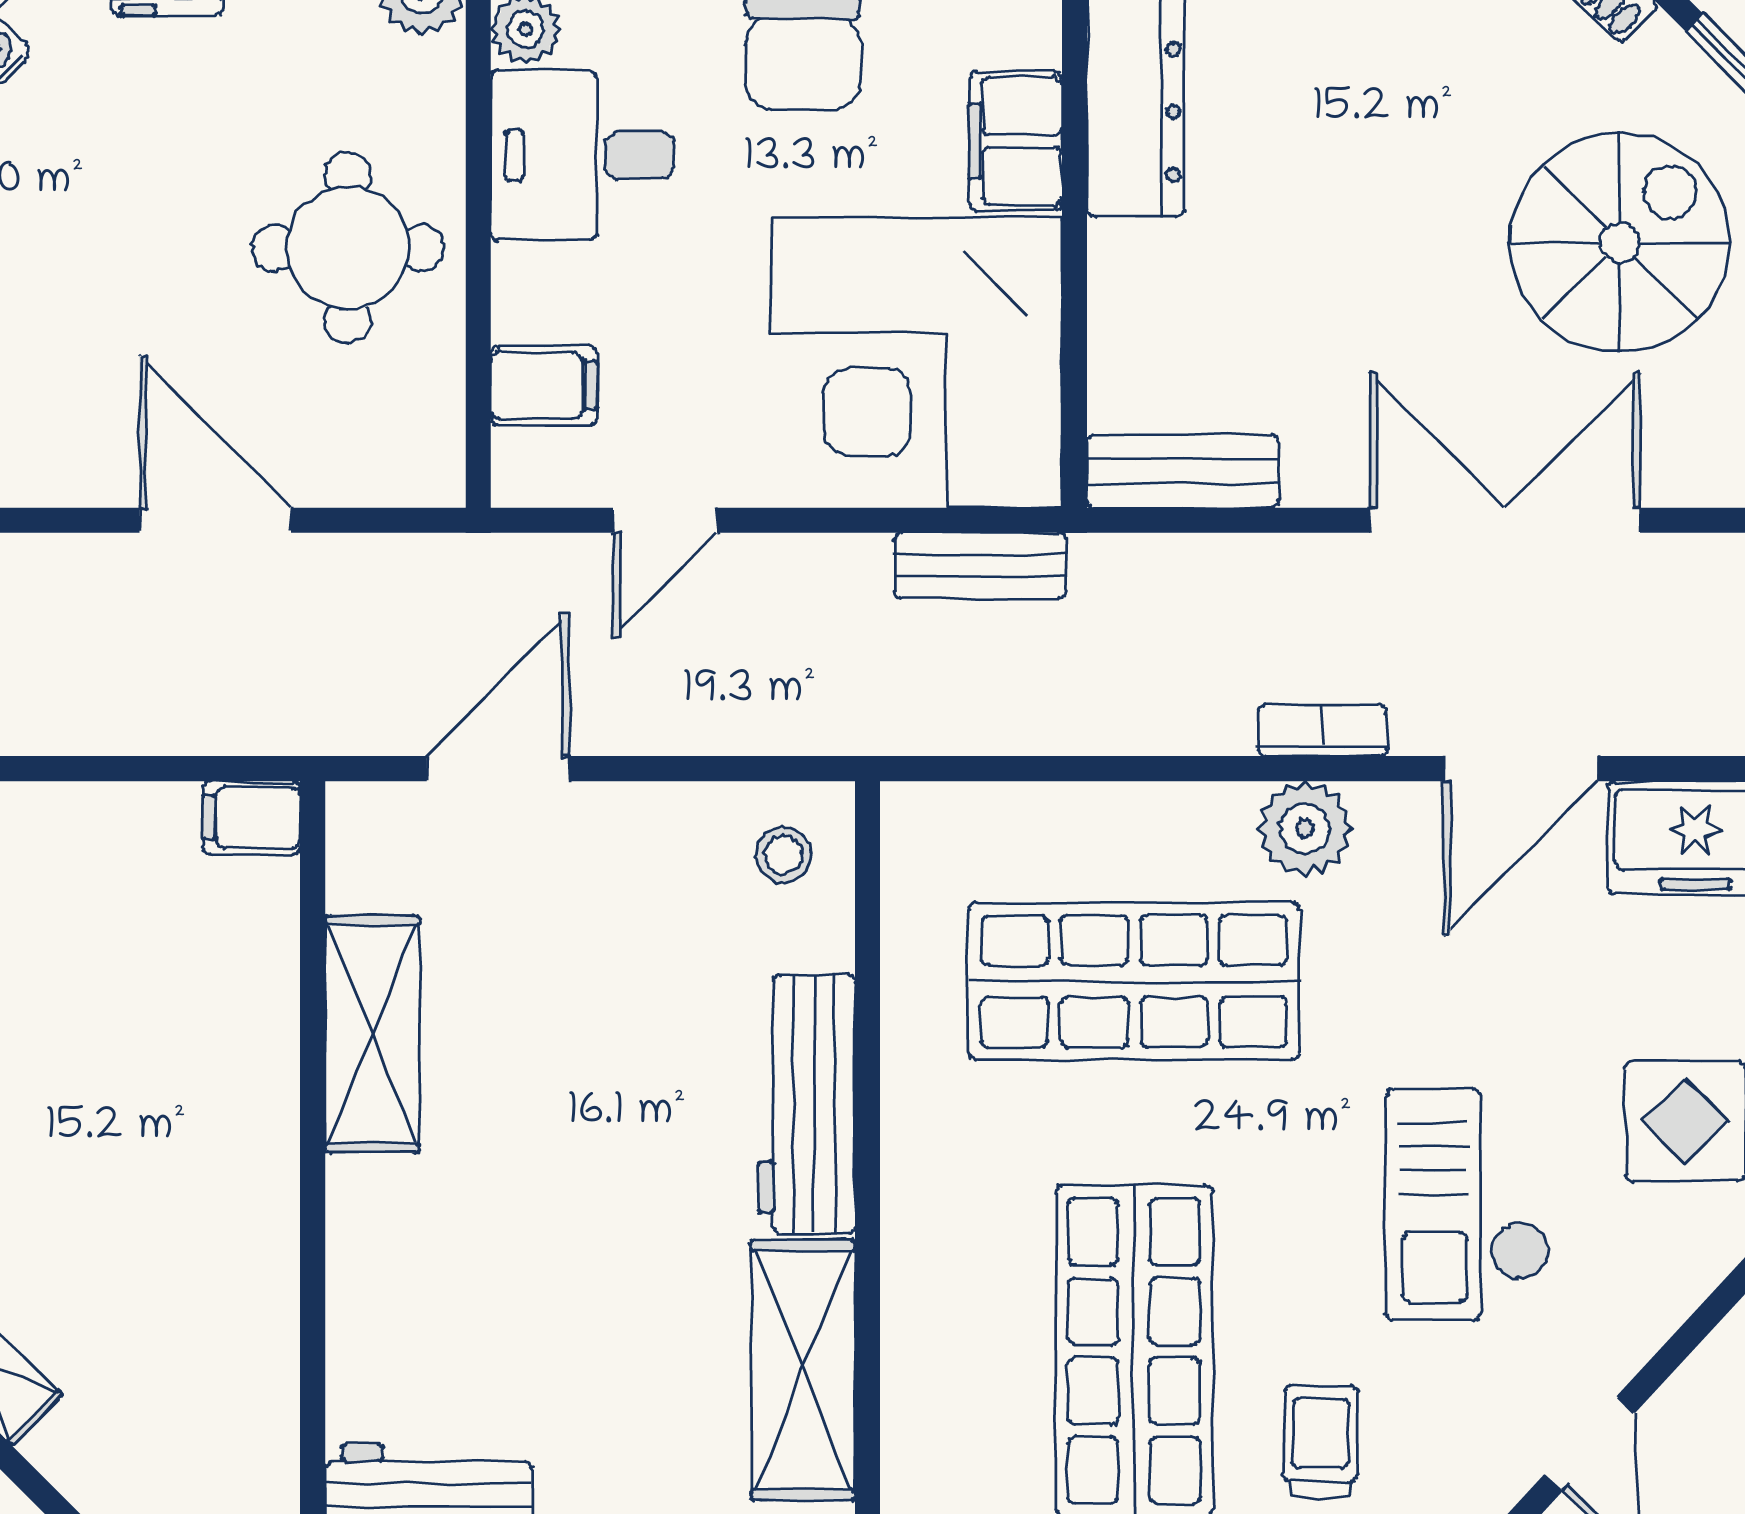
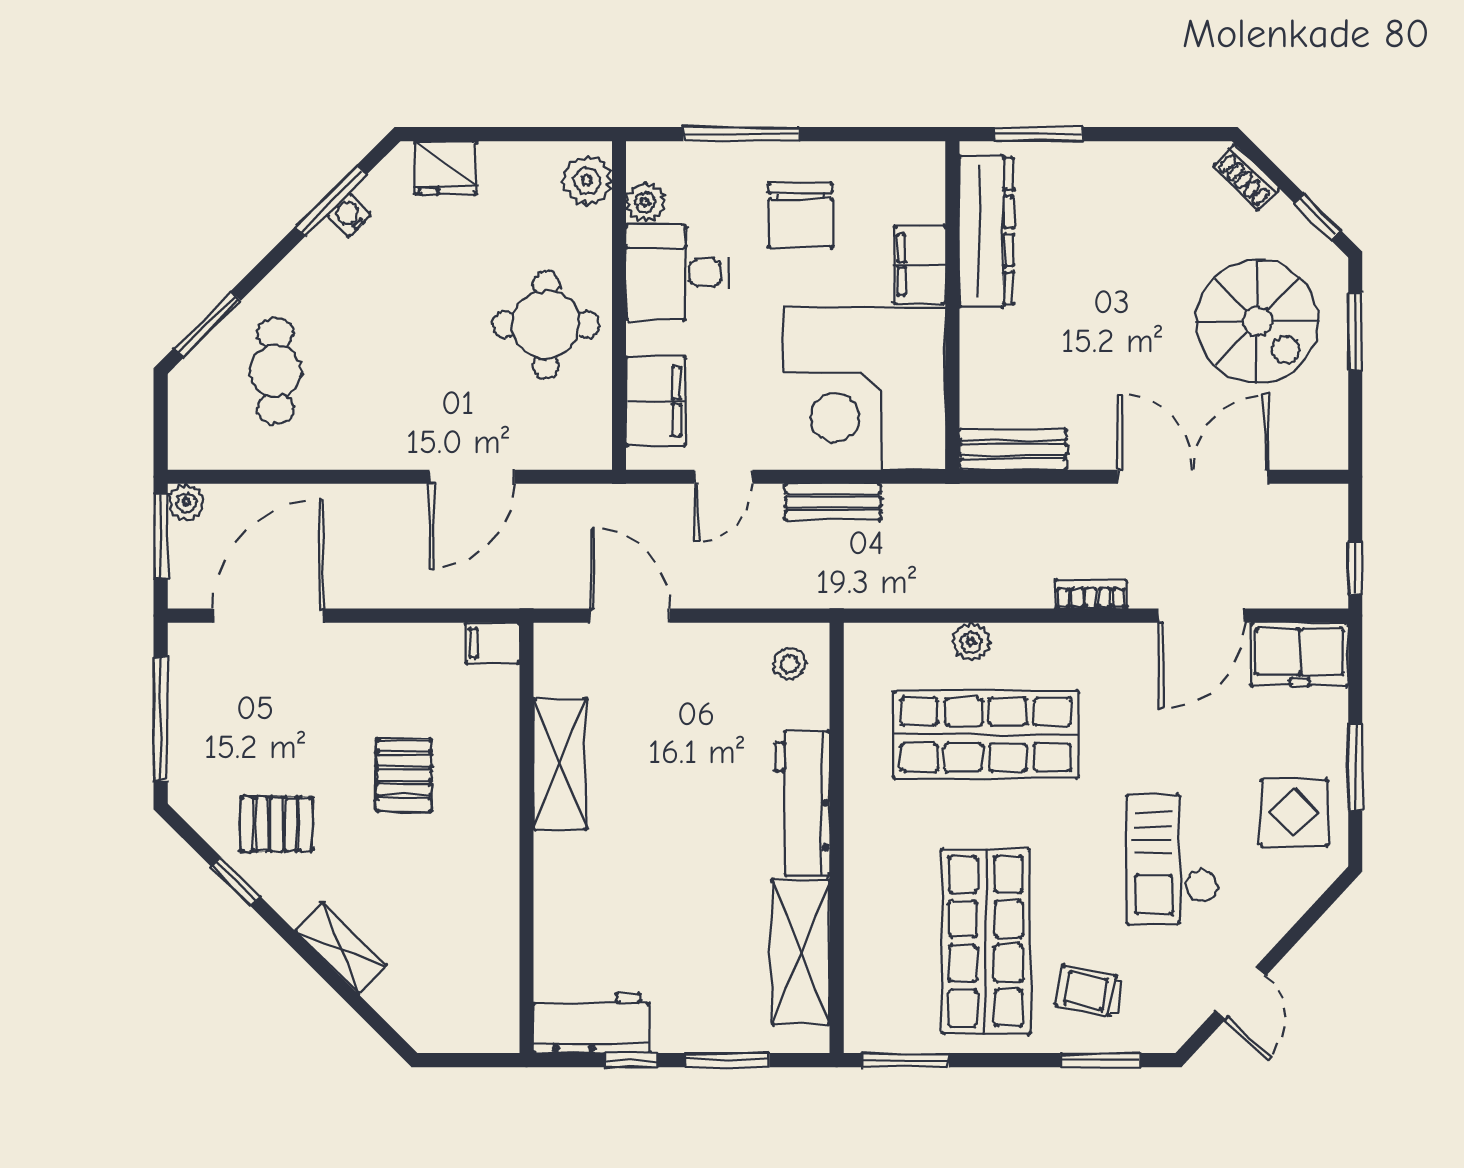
spiral stairs: (1620, 242) -> (1257, 321), turned 90
filing cabinet: (544, 386) -> (656, 401), width x2.00
door: (215, 520) -> (472, 477), swing flipped
bench: (980, 565) -> (833, 502), moved
door: (498, 769) -> (630, 616), hinge flipped
plant: (1305, 829) -> (971, 642), moved, width x0.73, depth x0.73
pallet: (93, 1054) -> (404, 775), added
trolley: (1321, 1441) -> (1090, 992), turned -80

